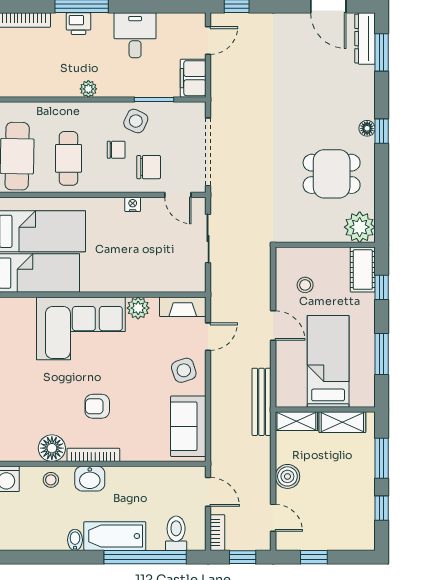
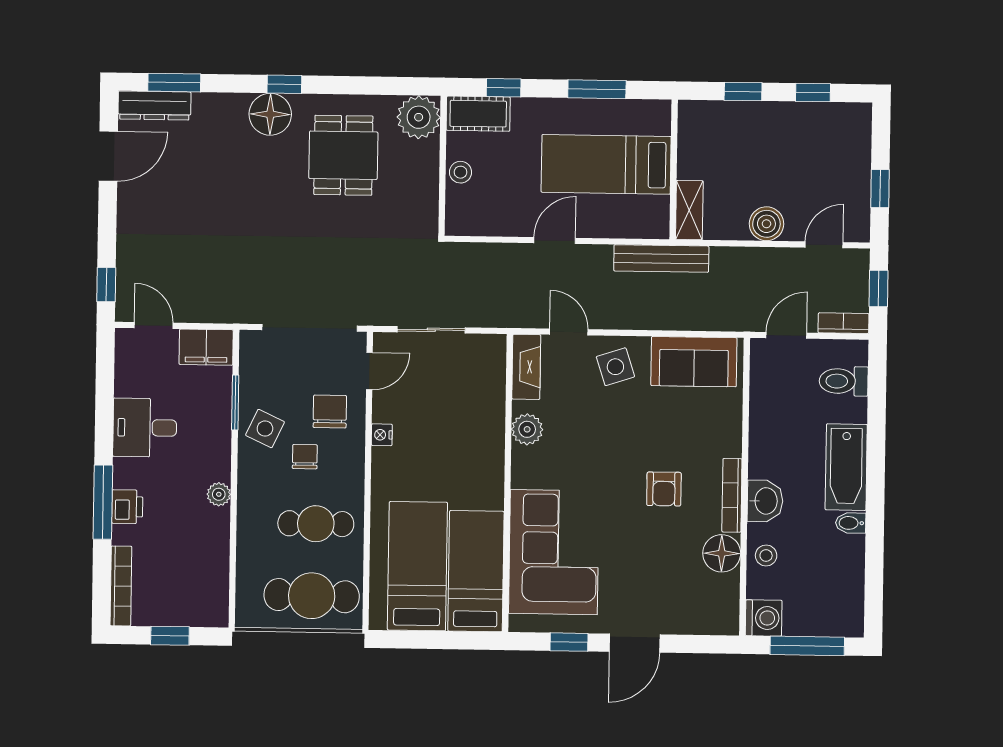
floor lamp: (367, 128) -> (270, 114), width x1.89, depth x1.89
stool: (305, 285) -> (460, 172), moved
corner sofa: (81, 328) -> (554, 552), moved
shelving: (342, 422) -> (692, 146), removed
window: (382, 458) -> (743, 91), width x0.67
window: (145, 557) -> (876, 425), removed

